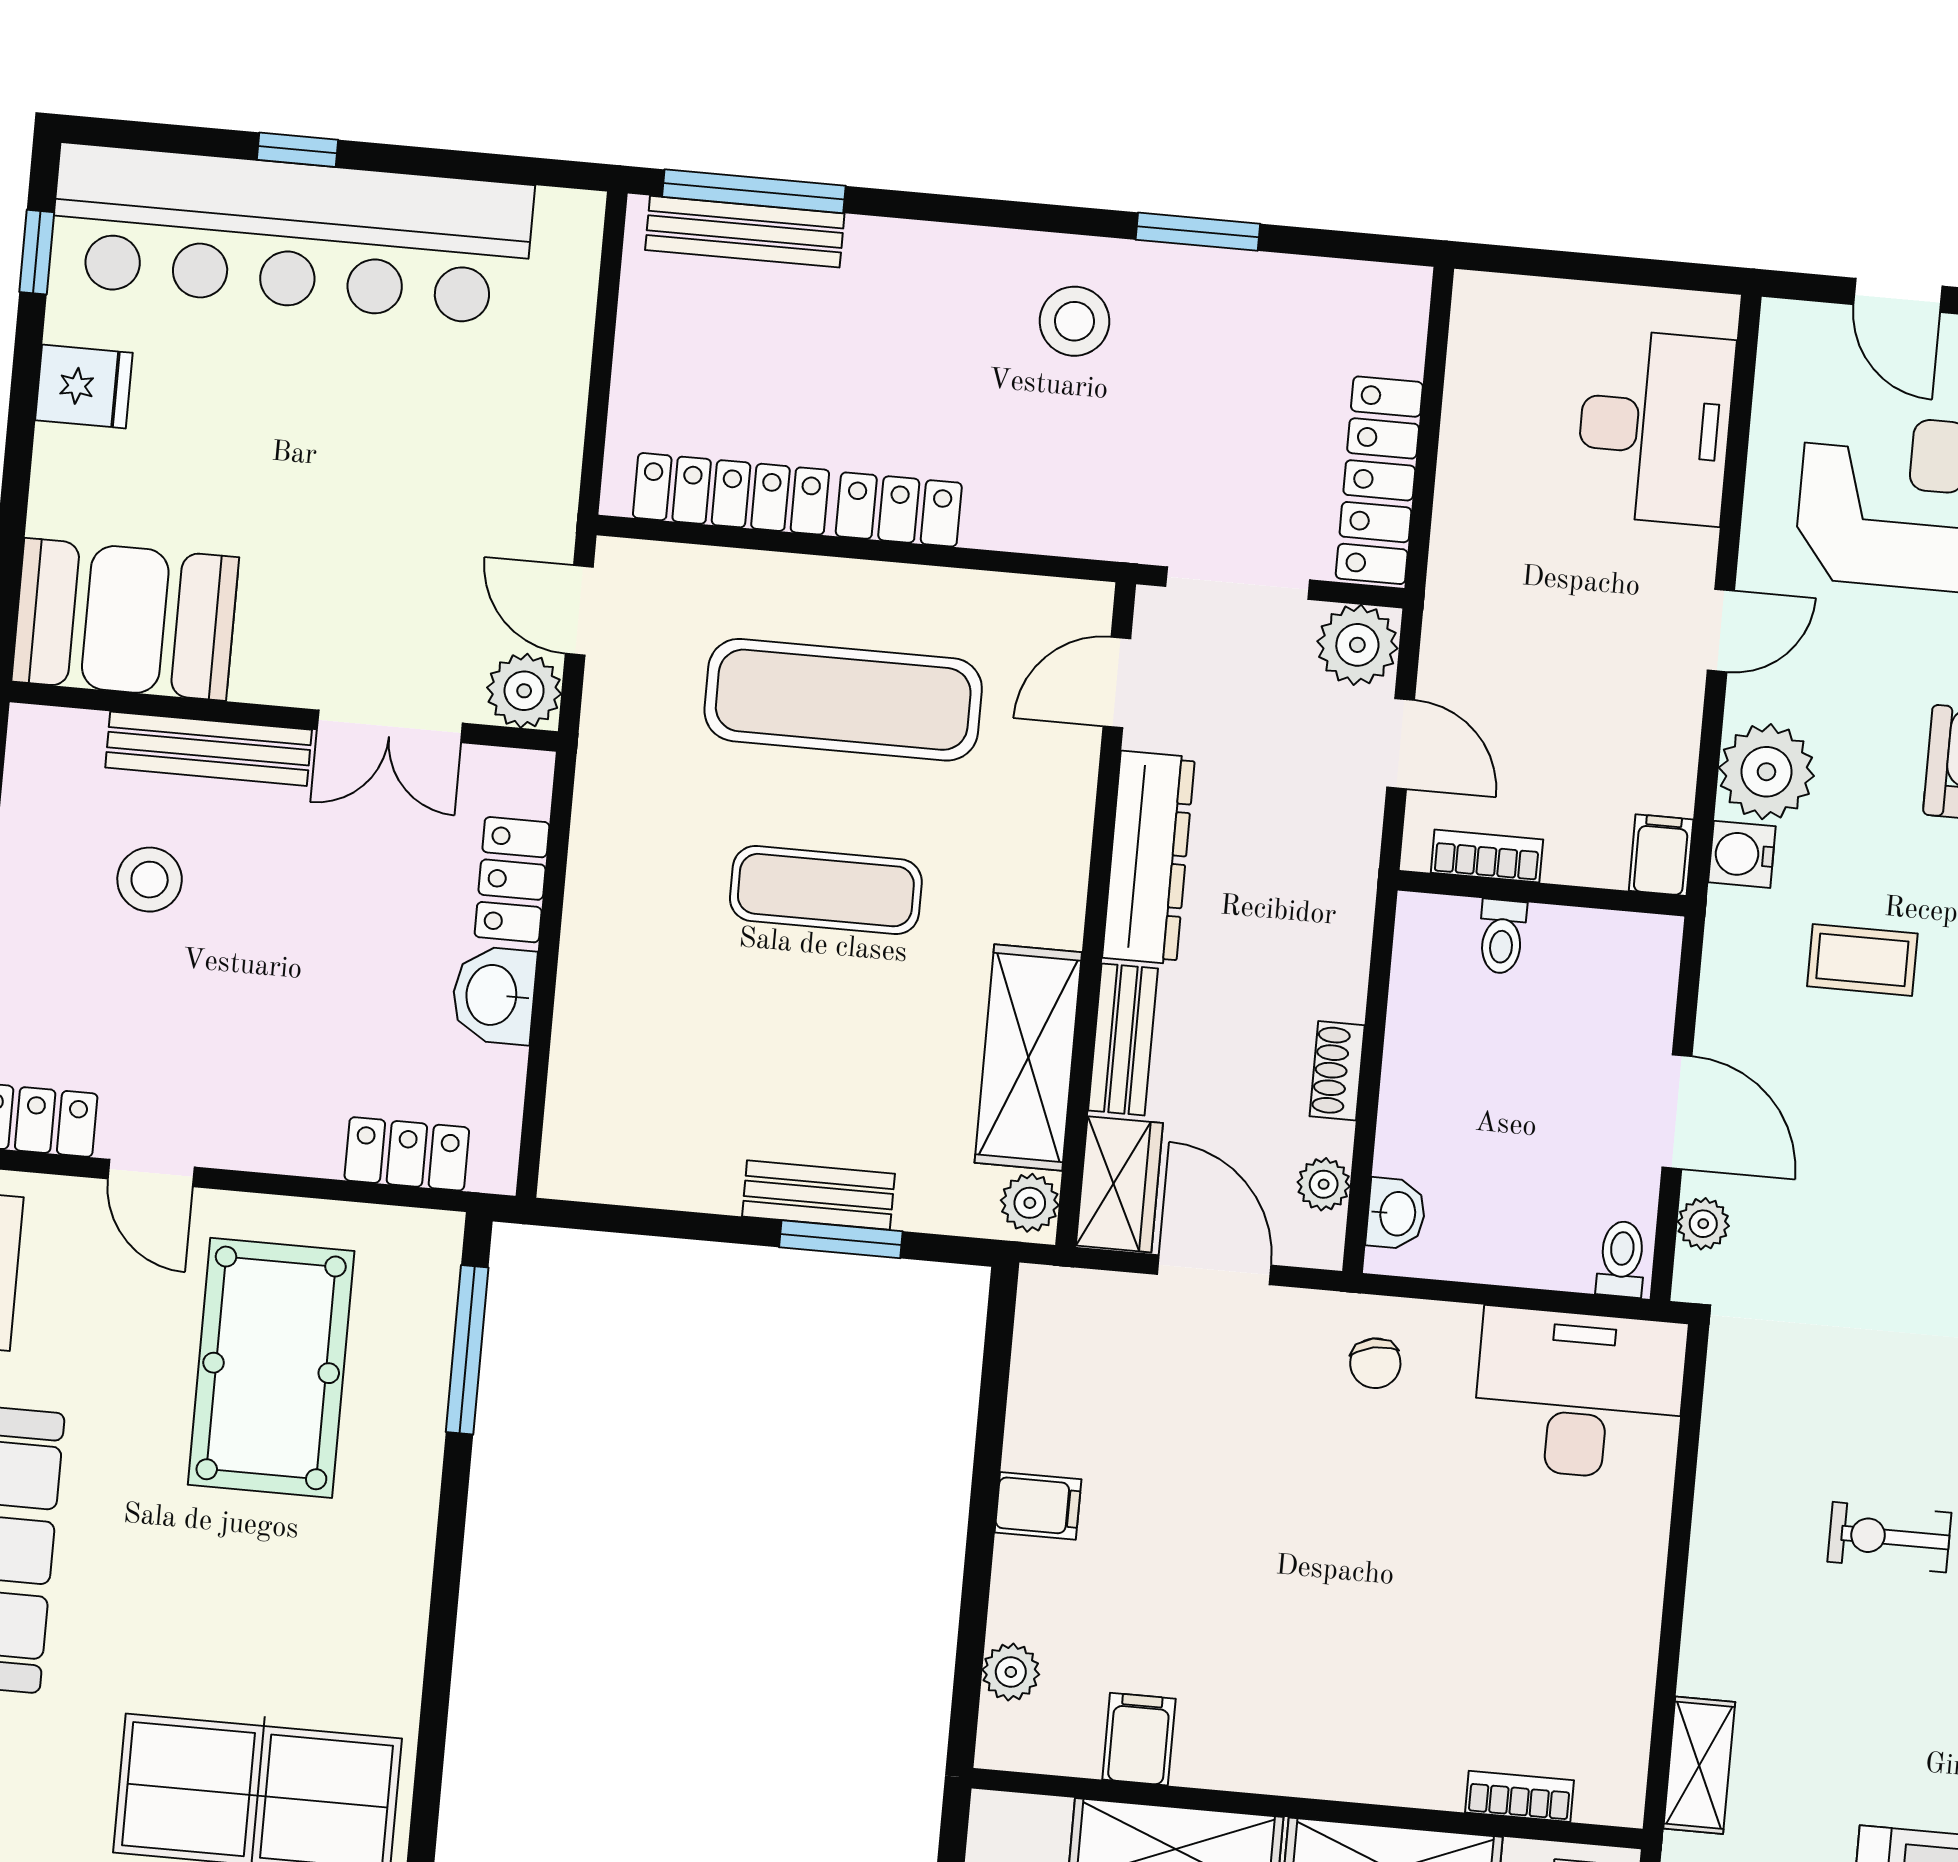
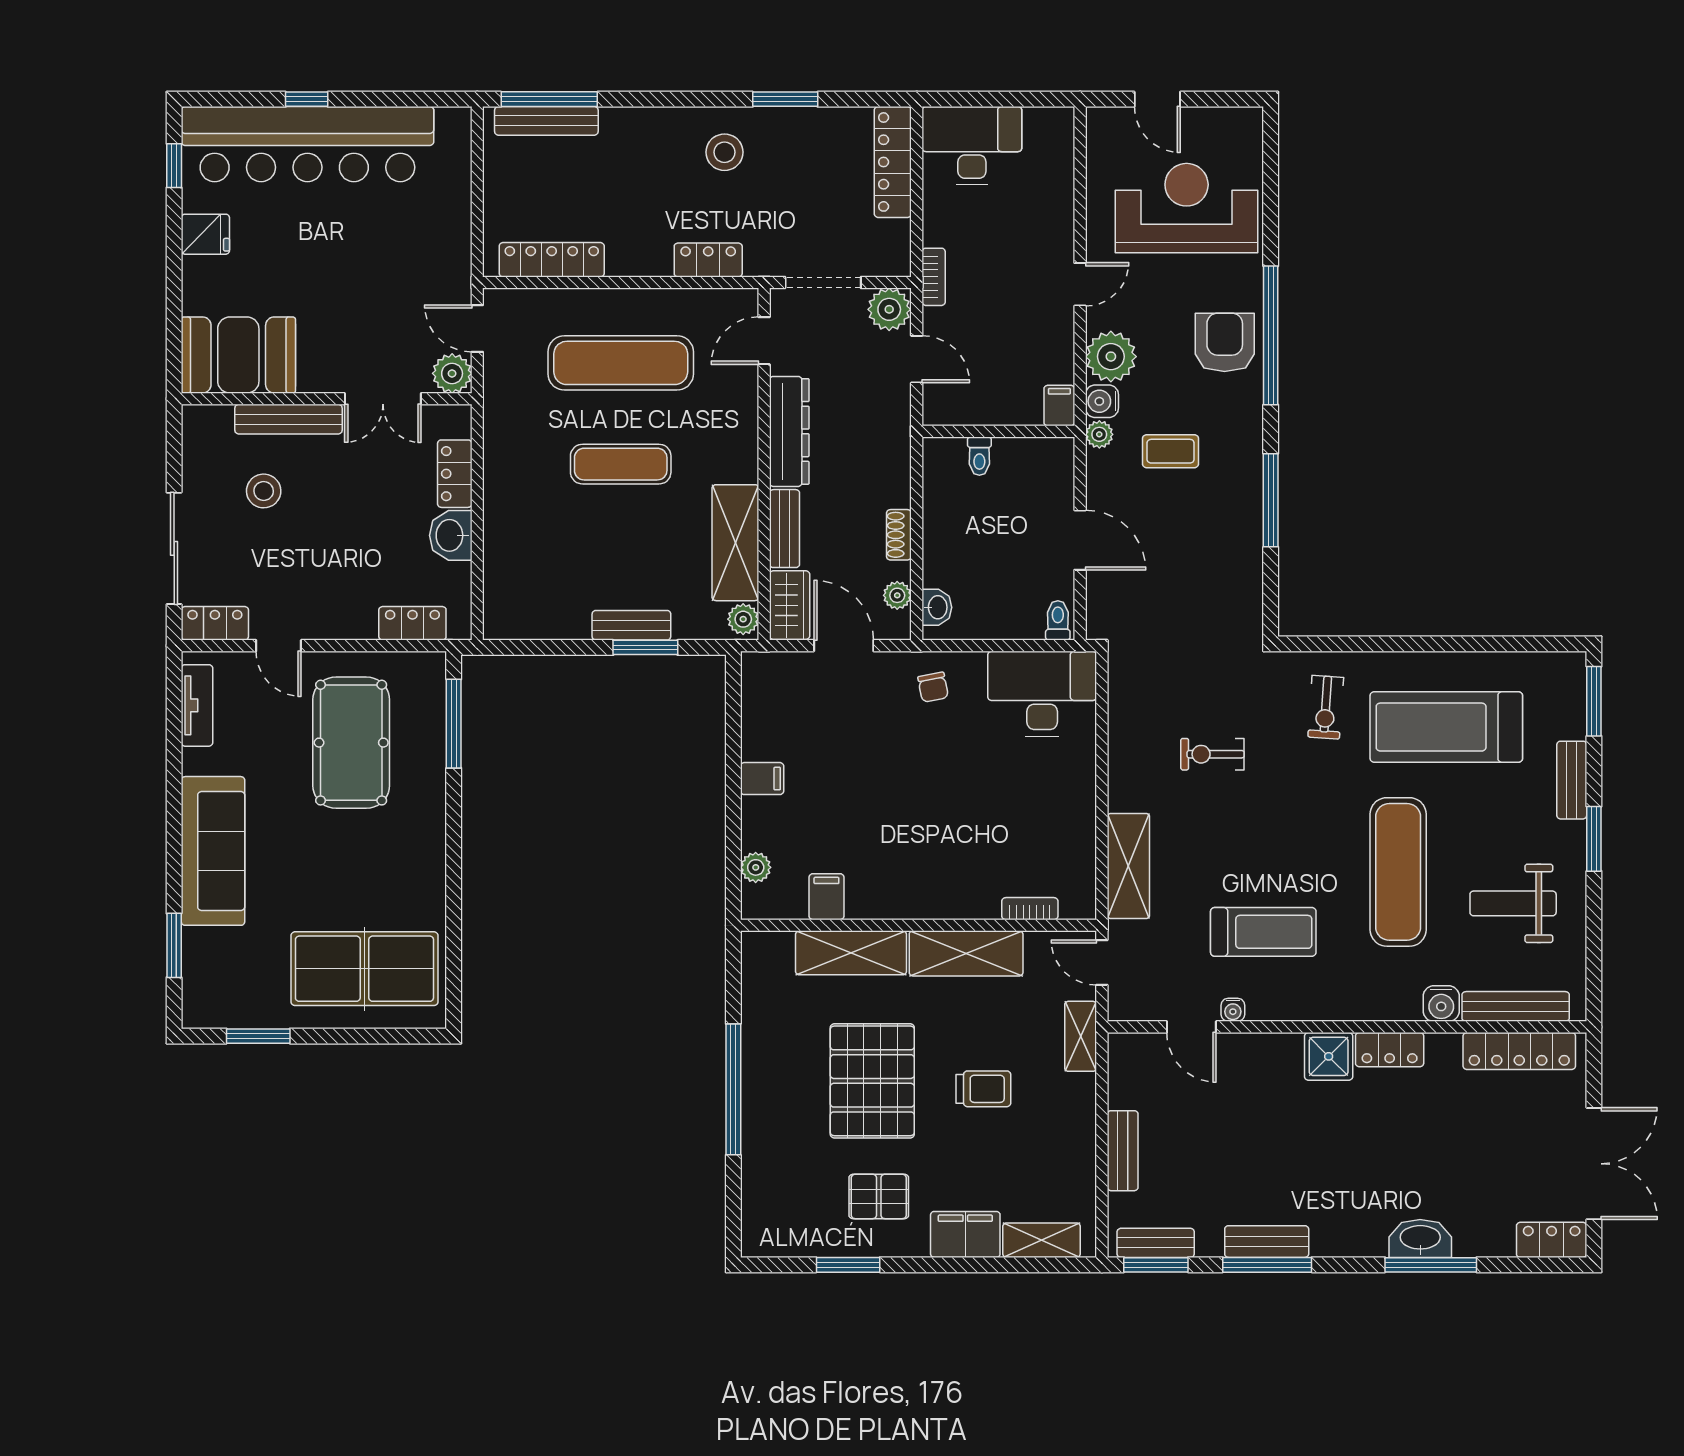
desk: (1655, 427) -> (972, 146), moved, turned -90
locker: (1379, 480) -> (893, 162), moved
locker: (899, 509) -> (708, 260), moved
bookcase: (1487, 856) -> (934, 277), moved, turned 90
plant: (1703, 1224) -> (1099, 434), moved
shelving: (1699, 1765) -> (1128, 866), width x1.50, depth x1.33

